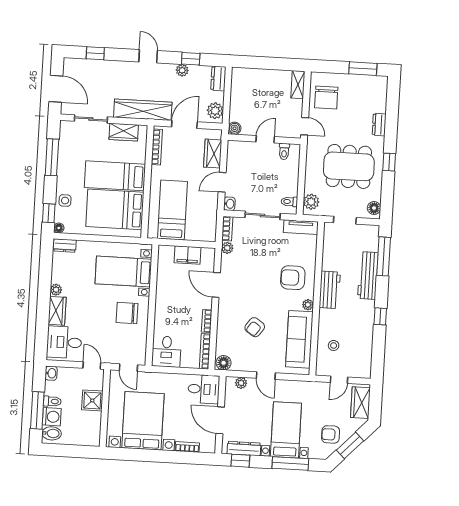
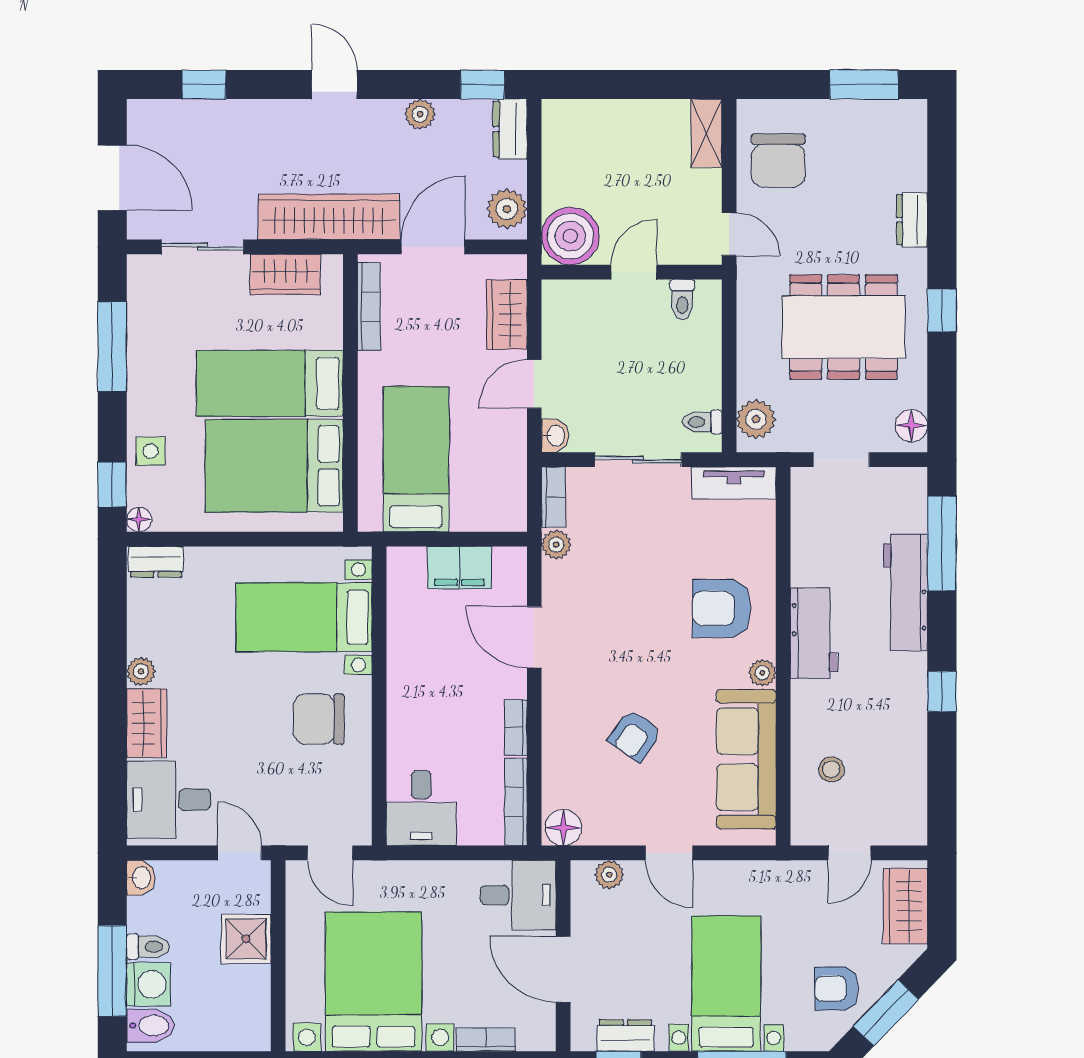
window: (191, 59) -> (483, 85), moved
boiler: (234, 128) -> (570, 236), width x1.86, depth x1.86
dresser: (244, 449) -> (626, 1035), width x0.70

